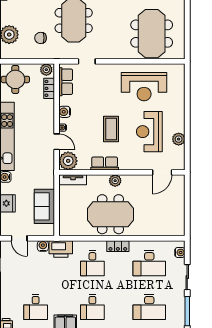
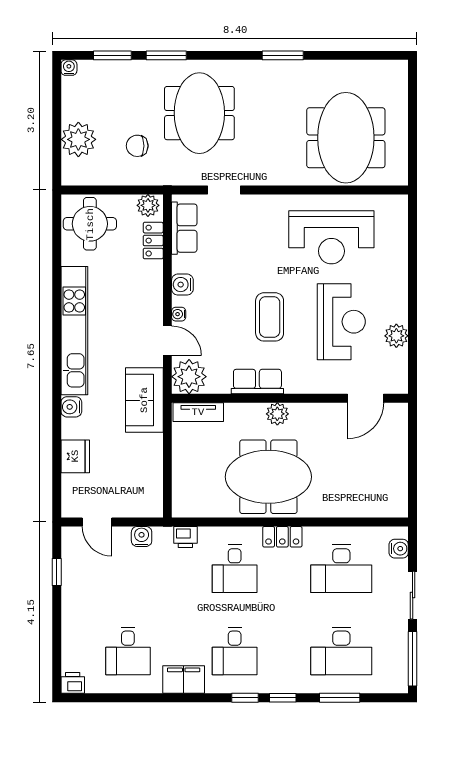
reception desk: (149, 132) -> (341, 322), turned 180
sofa: (44, 206) -> (144, 400), moved
printer: (61, 249) -> (185, 537), width x0.53, depth x0.68

